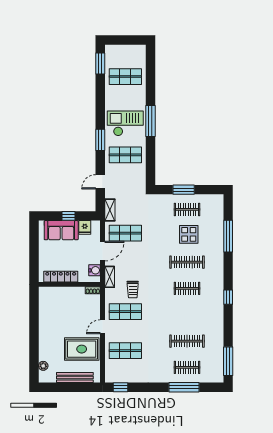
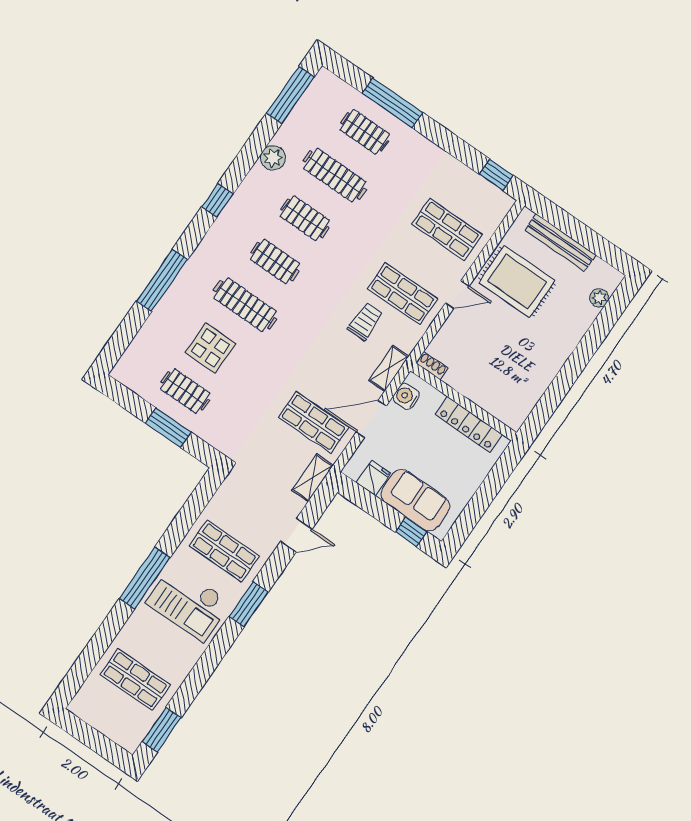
window: (69, 216) -> (411, 532), moved
window: (228, 236) -> (162, 280), moved
clothes rail: (187, 315) -> (305, 218), added
plant: (217, 330) -> (273, 158), added

